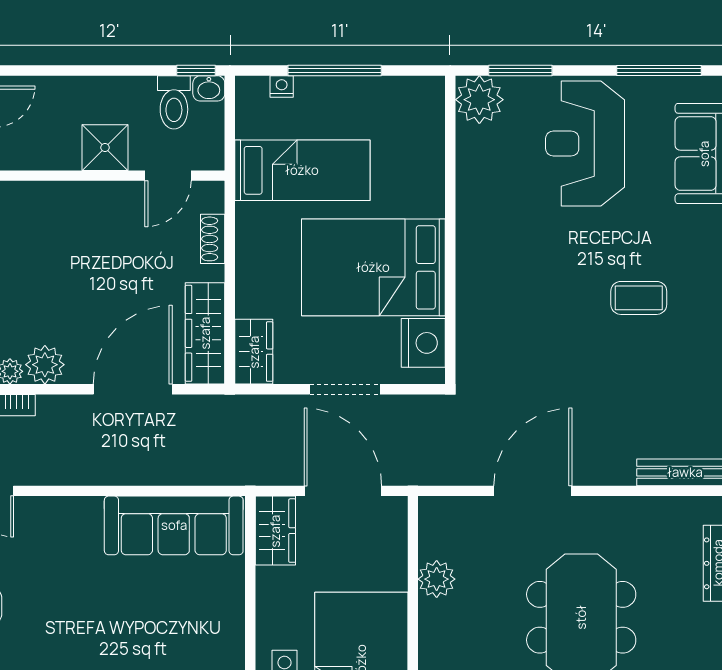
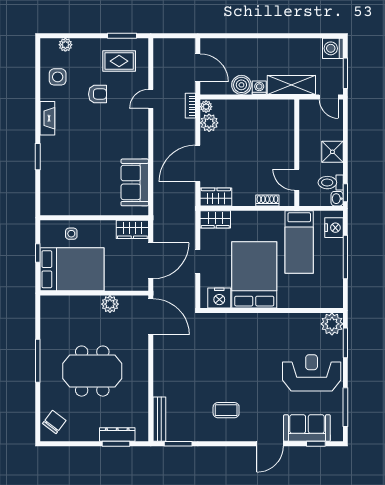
nightstand: (282, 86) -> (334, 228), width x1.89, depth x1.79
shower: (105, 148) -> (332, 152), moved
coffee table: (639, 298) -> (226, 410), moved, turned 90
wardrobe: (205, 333) -> (216, 197), width x0.67
door: (133, 389) -> (198, 163), swing flipped
doorway: (345, 389) -> (198, 262), width x0.73
door: (533, 491) -> (151, 317), moved
sofa: (174, 525) -> (135, 182), width x0.73

